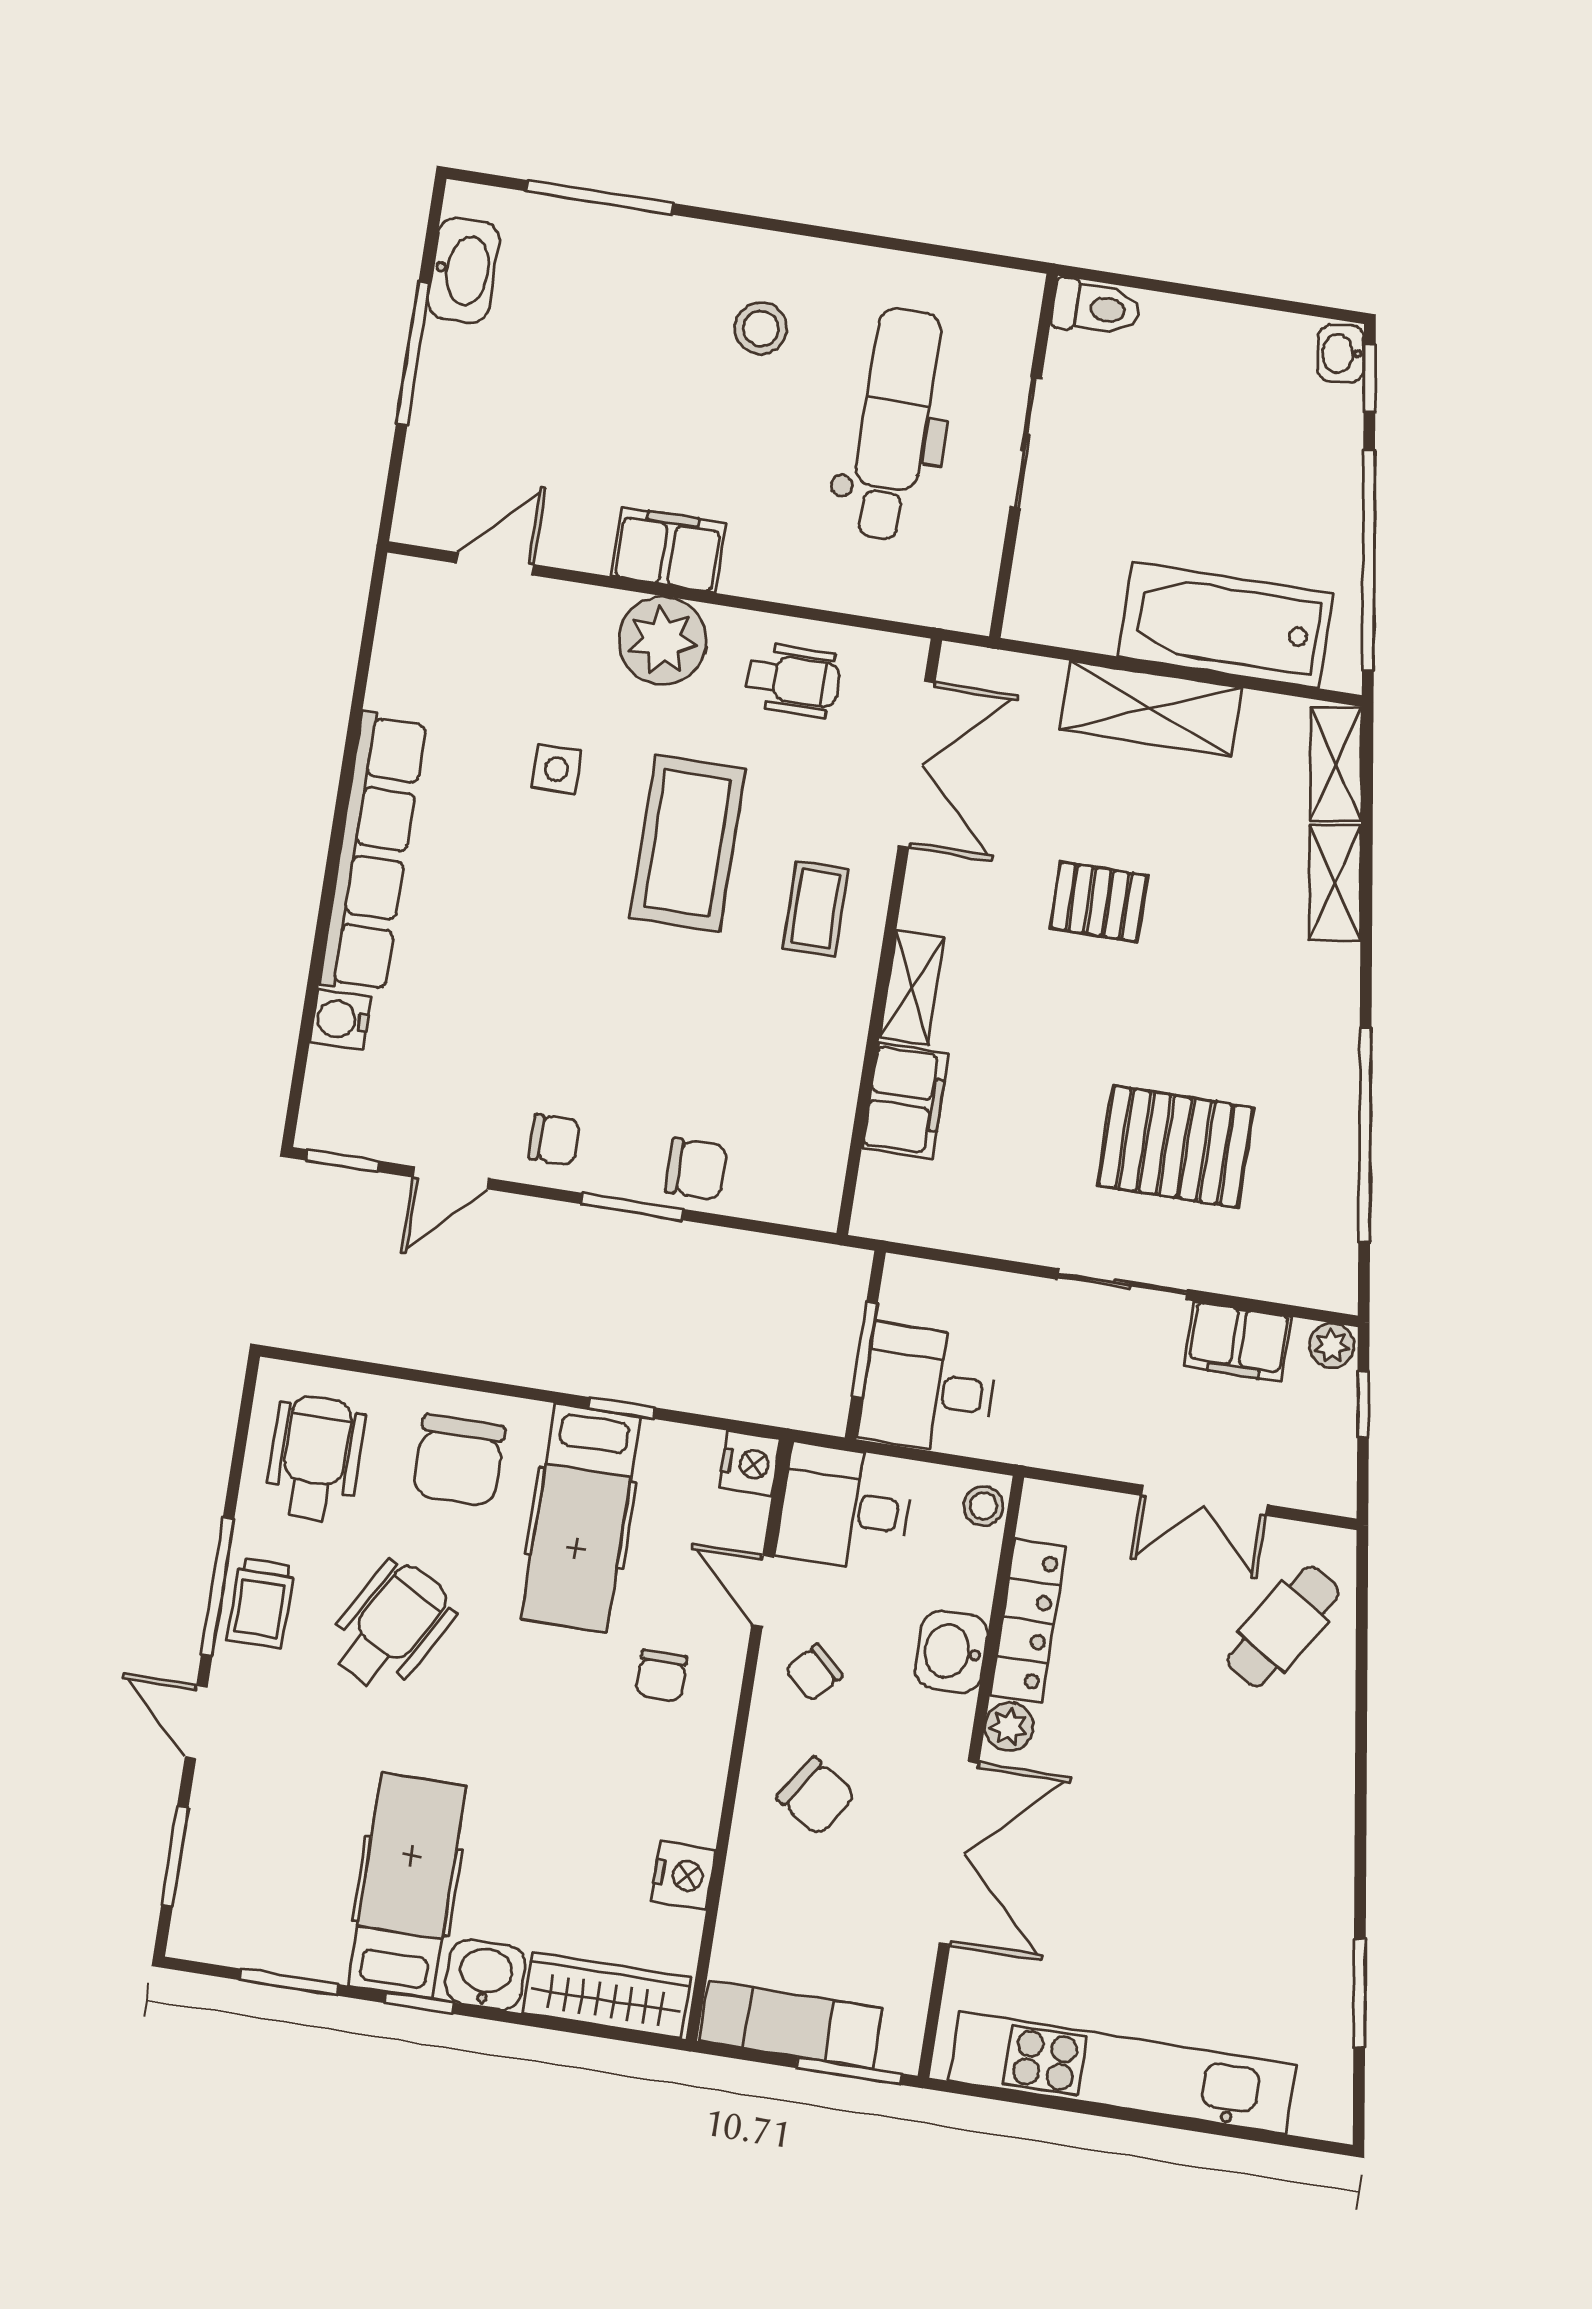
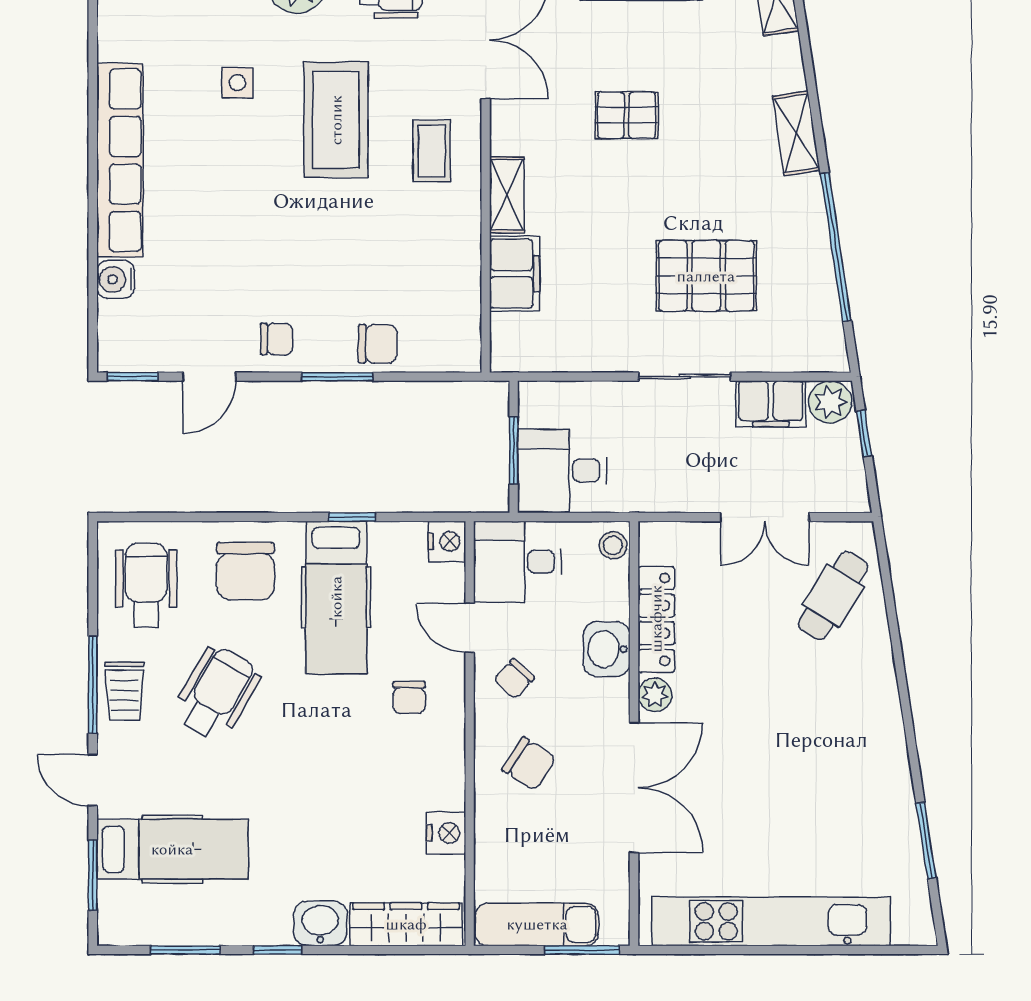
shelving: (1335, 883) -> (796, 133), moved
plant: (1332, 1346) -> (830, 402), width x1.38, depth x1.38
hospital bed: (407, 1886) -> (172, 849), moved, turned 90

